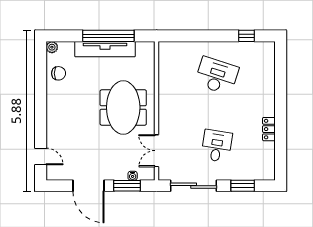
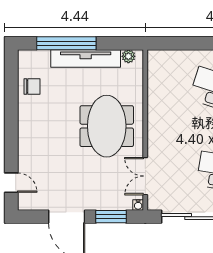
window: (108, 36) -> (66, 43), moved
plant: (52, 47) -> (128, 56), moved
water cooler: (133, 176) -> (138, 205), moved

